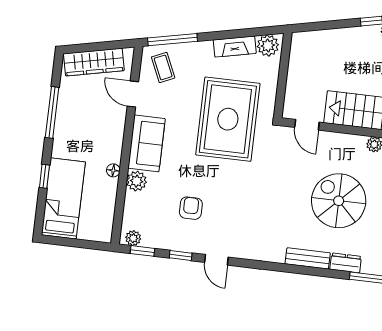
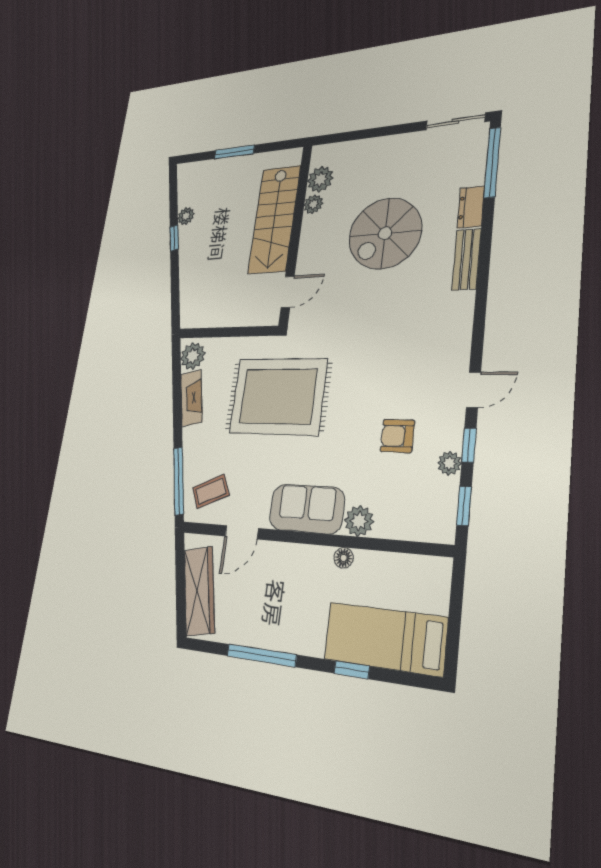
plant: (133, 238) -> (449, 463), moved

